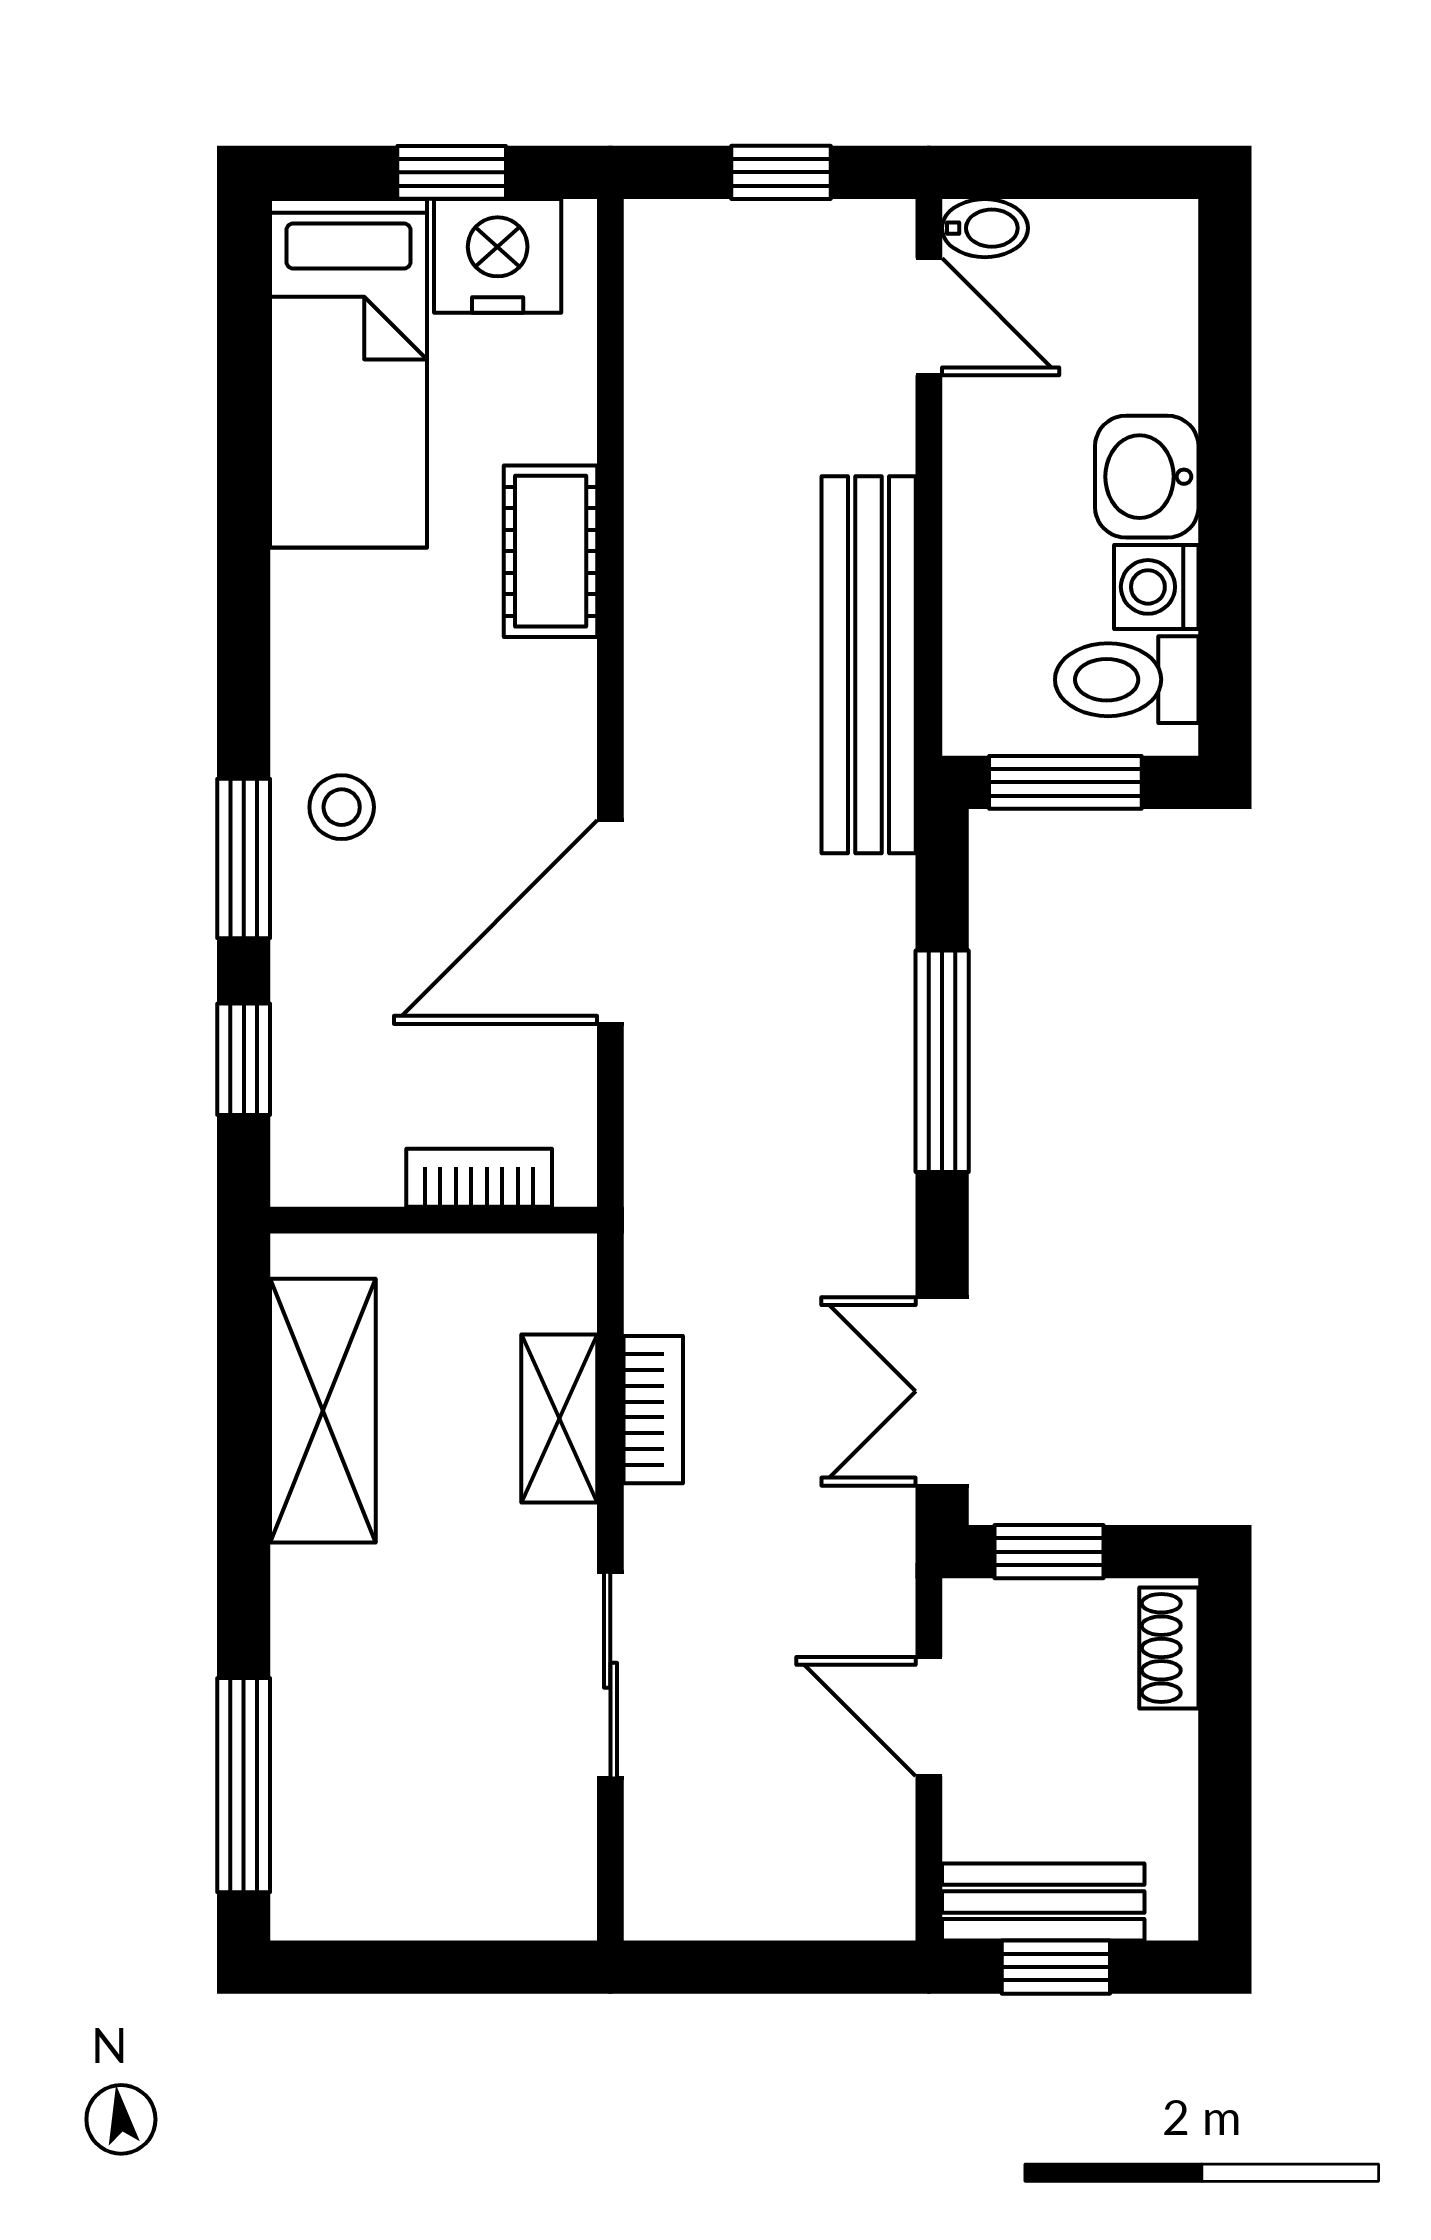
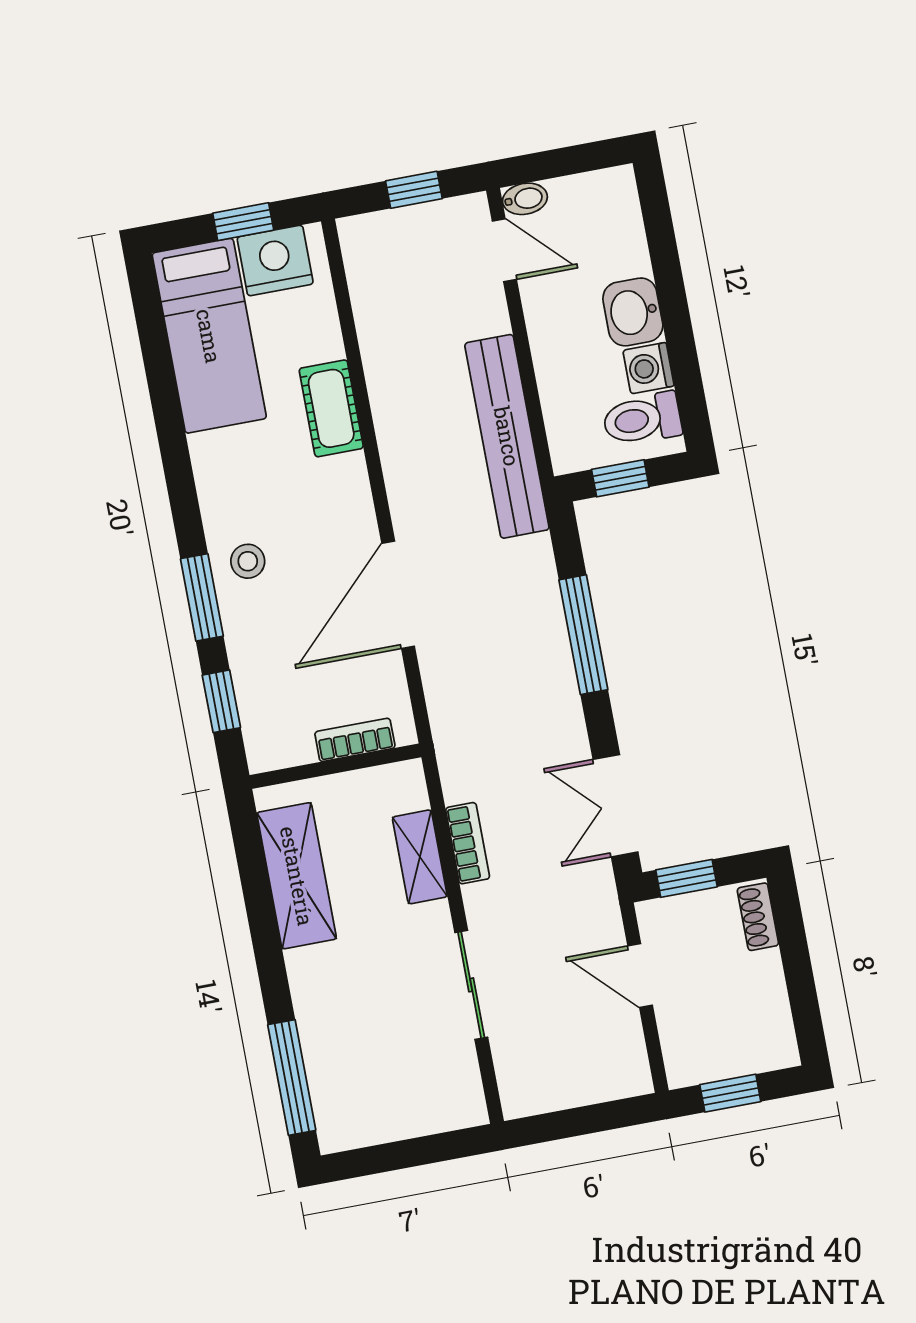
window: (1065, 782) -> (620, 478), width x0.67
bench: (1043, 1902) -> (717, 1060), removed

